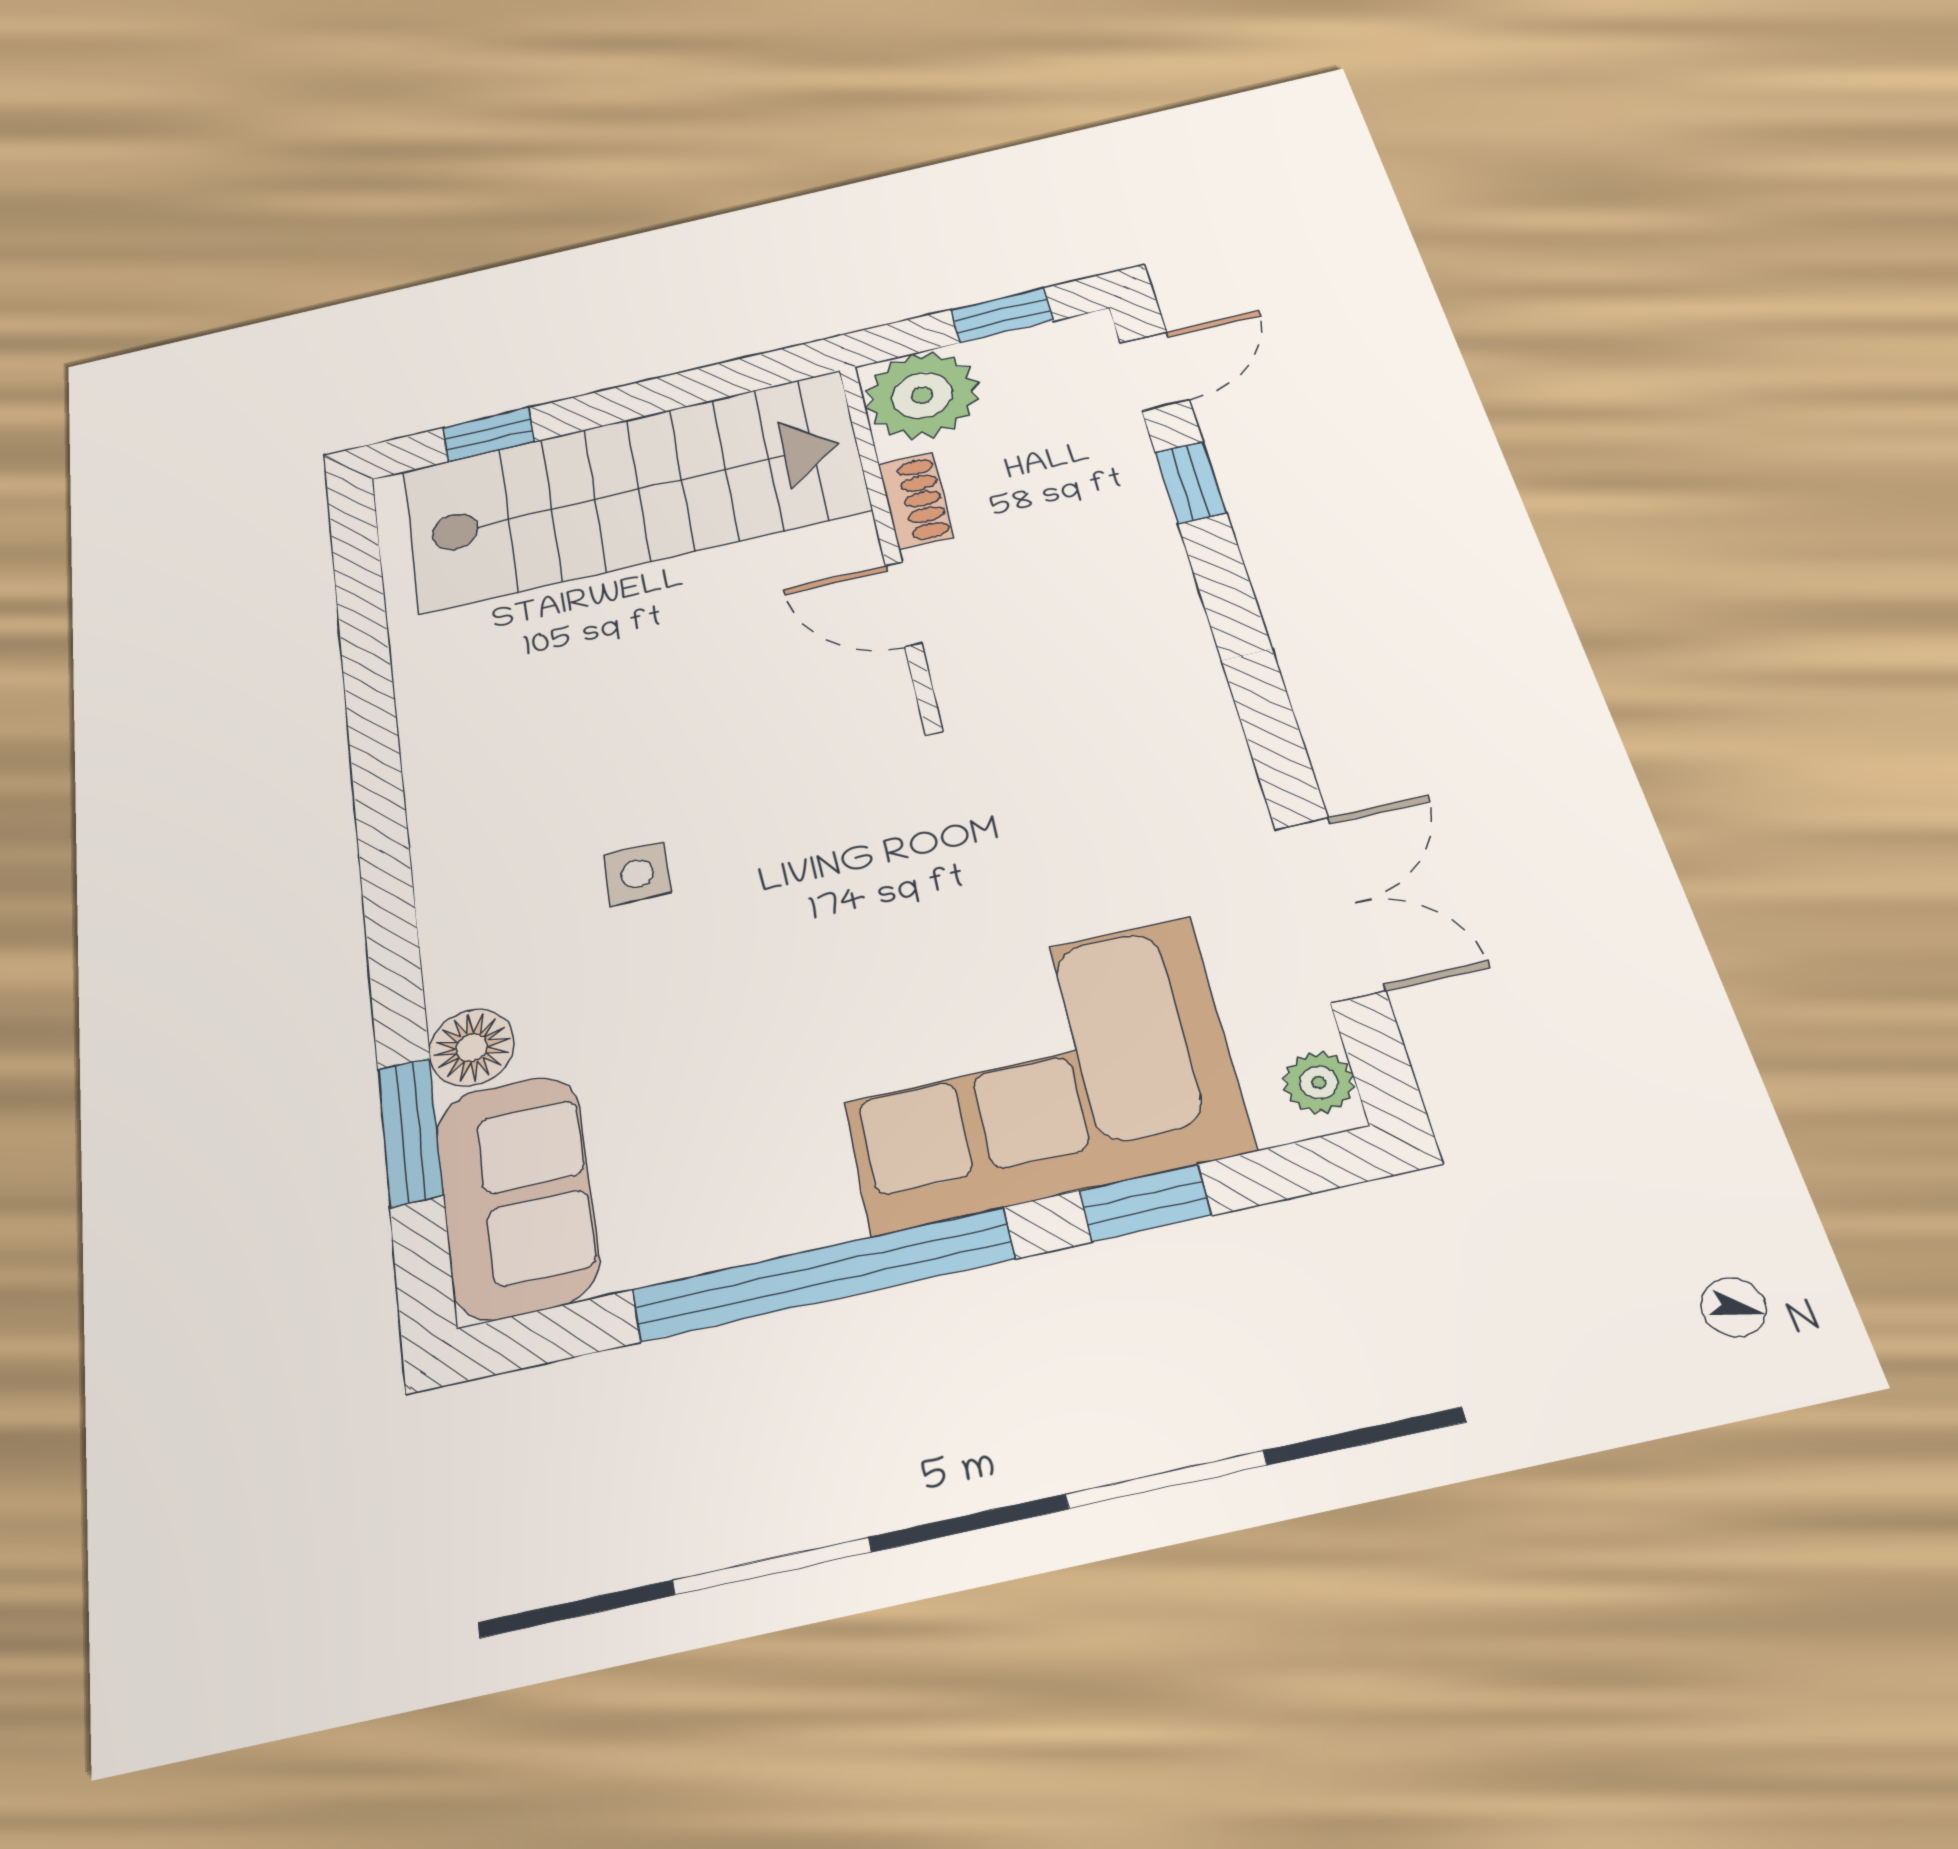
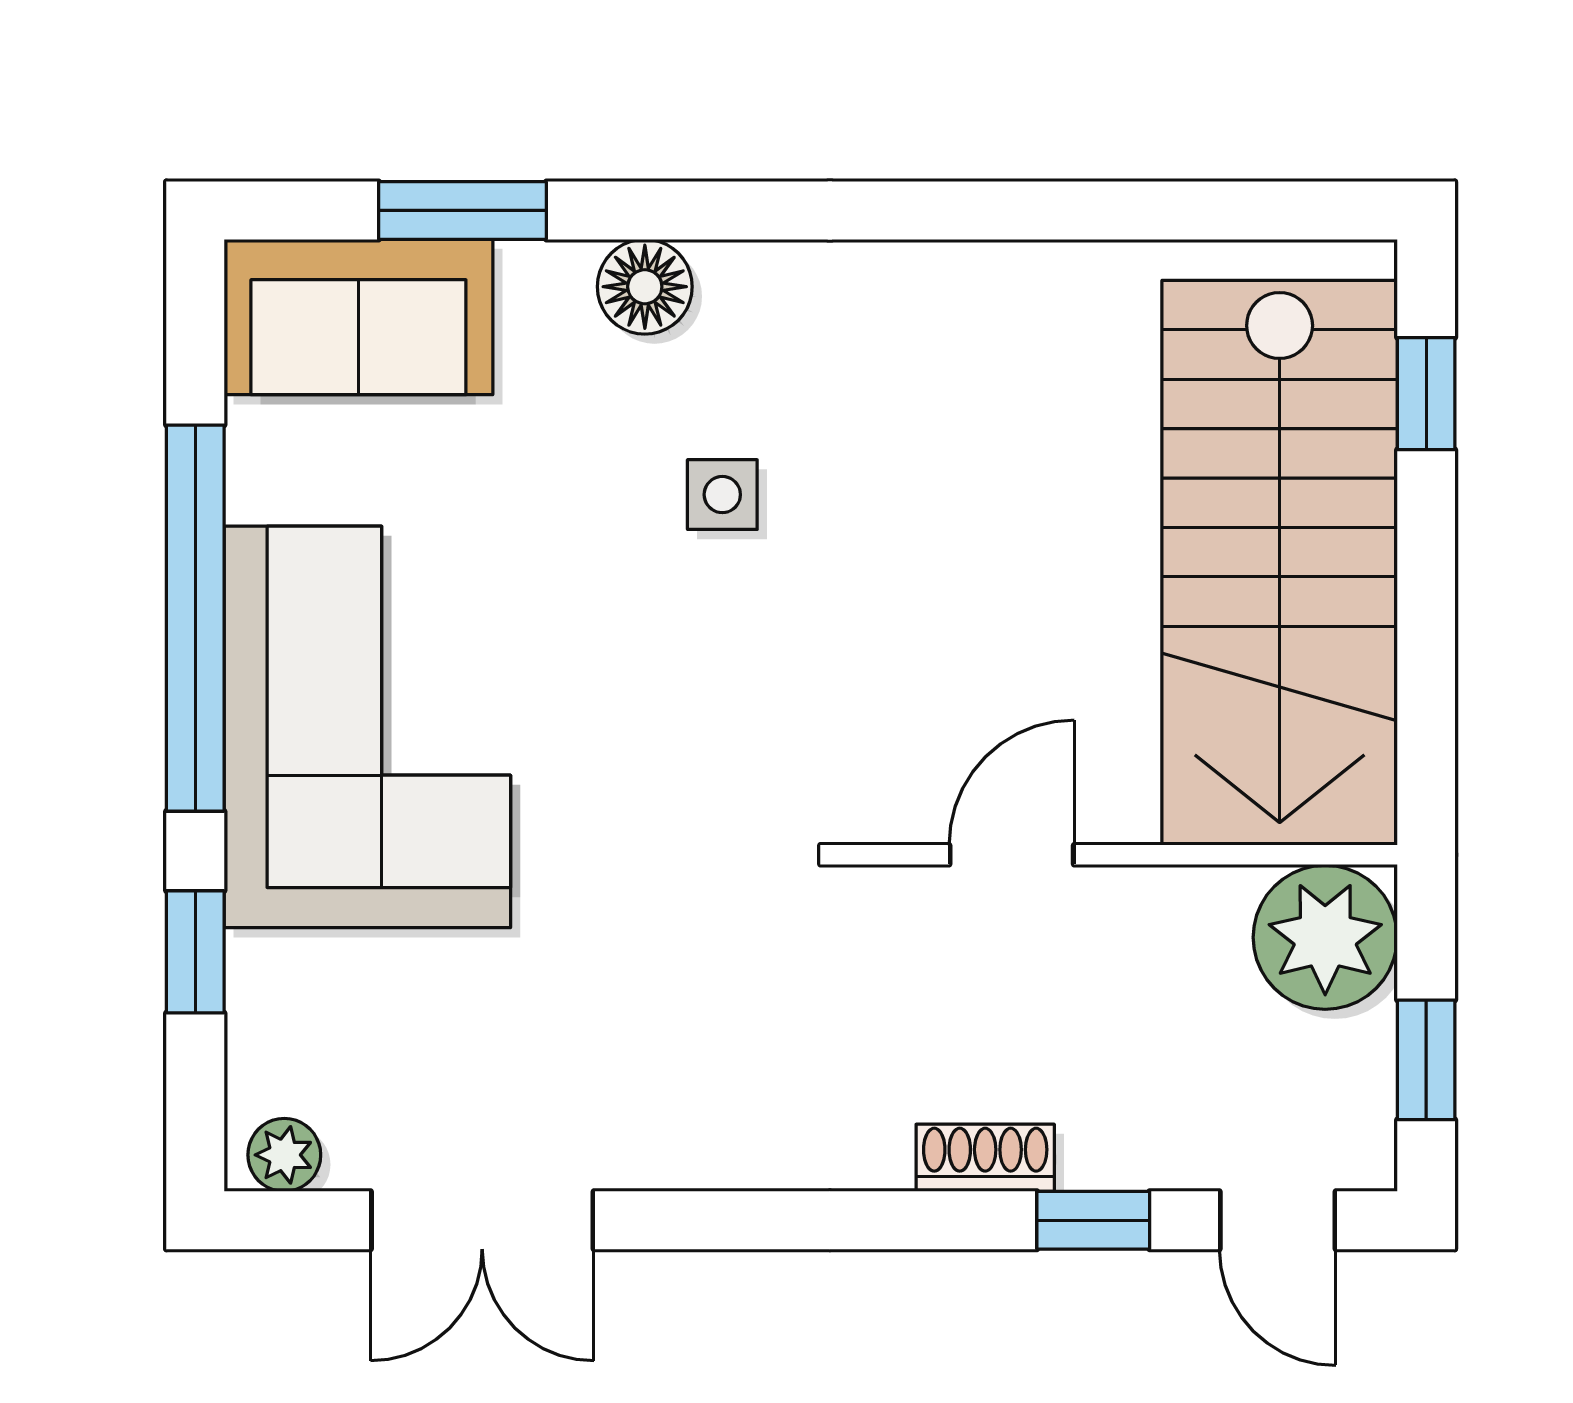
shoe rack: (916, 501) -> (985, 1158), moved, turned 180
floor lamp: (472, 1048) -> (645, 287), moved
corner sofa: (1034, 1073) -> (367, 727), moved

